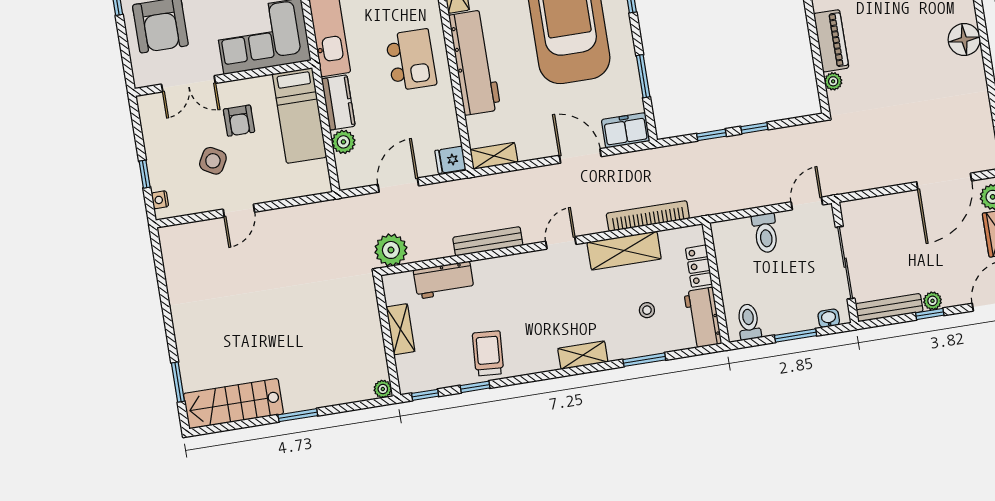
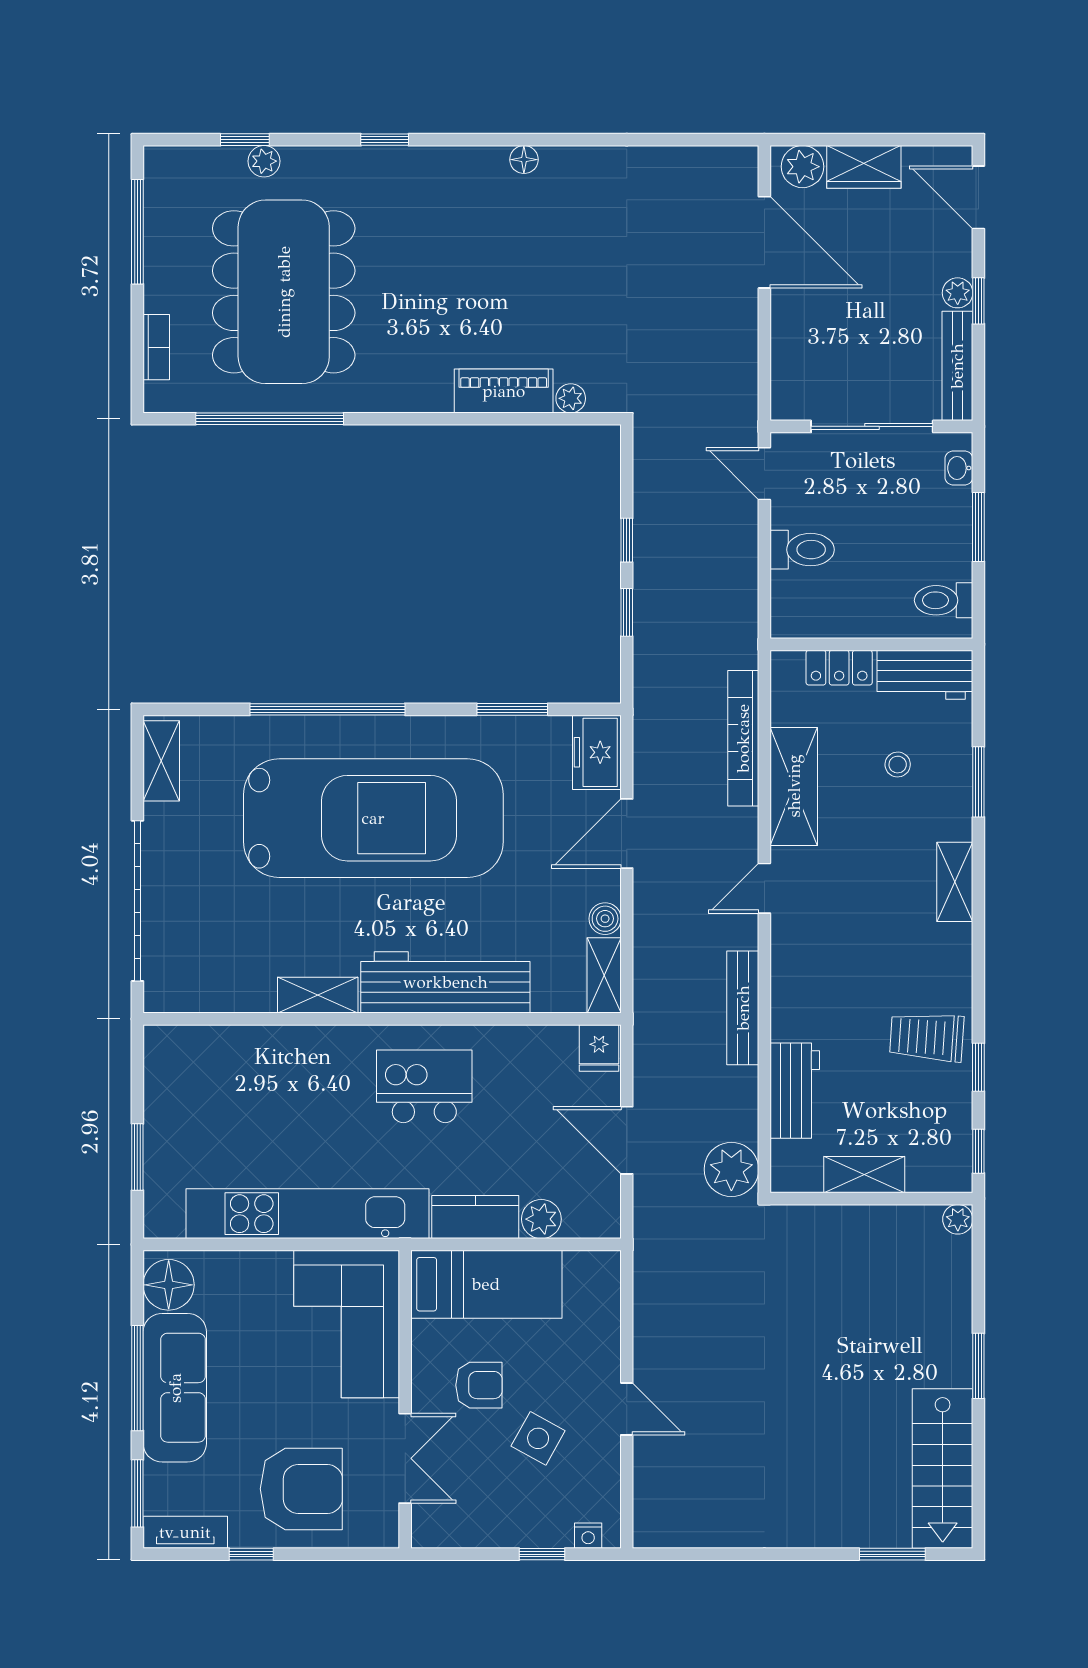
floor lamp: (964, 39) -> (524, 160), width x0.53, depth x0.53
boiler: (528, 151) -> (605, 919), added
door: (561, 243) -> (764, 888), hinge flipped

